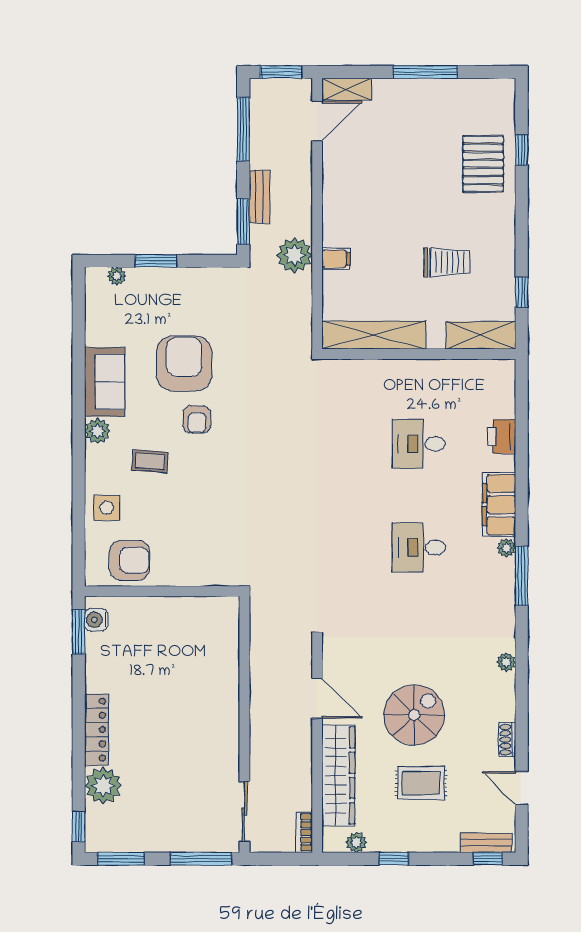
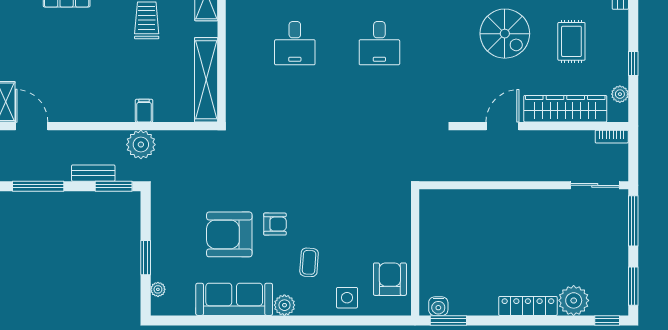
sofa: (105, 382) -> (234, 299), width x1.36
spiral stairs: (414, 715) -> (505, 34), moved, turned 180

